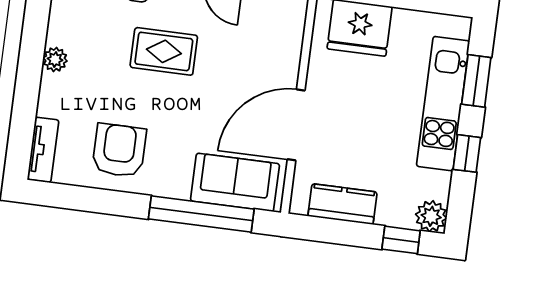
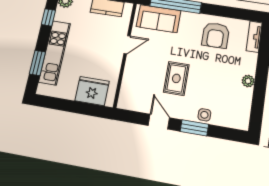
rug: (164, 51) -> (176, 78), moved, turned 90
door: (296, 125) -> (127, 45), width x0.53
window: (467, 153) -> (48, 17), moved

